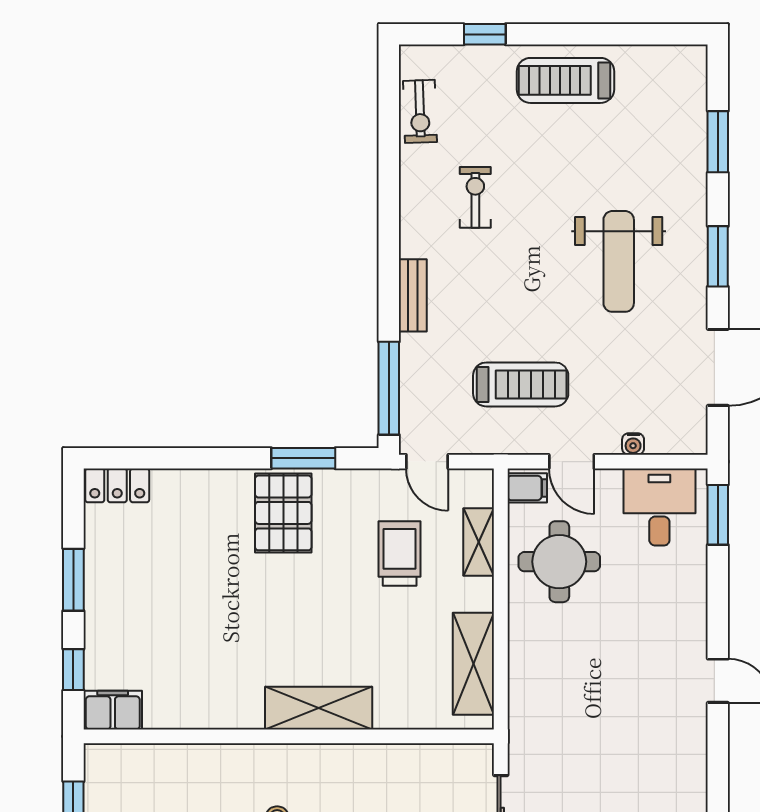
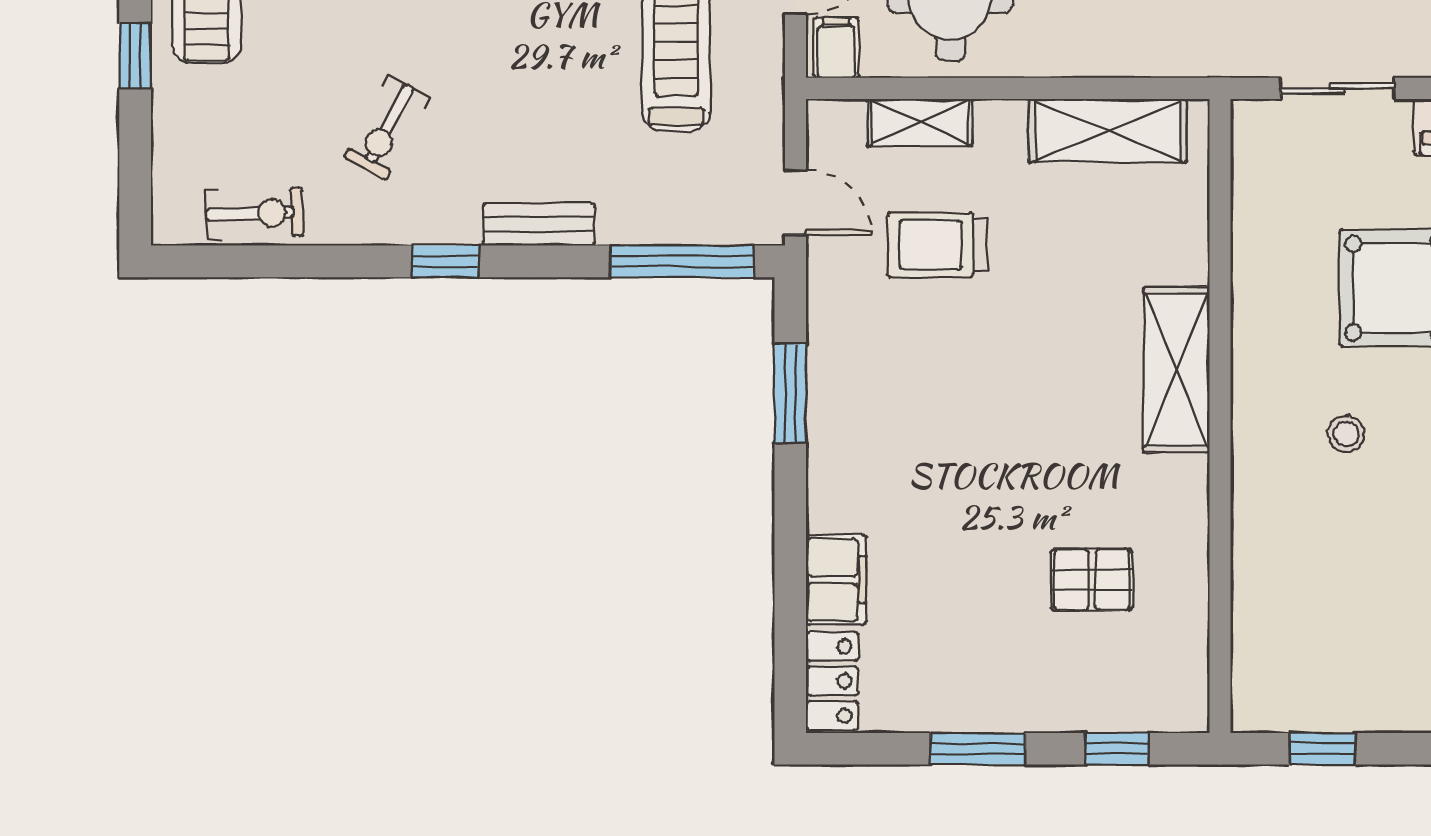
window: (485, 34) -> (135, 56), moved
exercise bike: (475, 197) -> (387, 128), turned -62
window: (389, 235) -> (445, 261), added
door: (427, 462) -> (796, 202), hinge flipped
pallet: (283, 513) -> (1092, 580), moved, width x0.67, depth x0.71
filing cabinet: (113, 710) -> (836, 580), moved, turned 180

